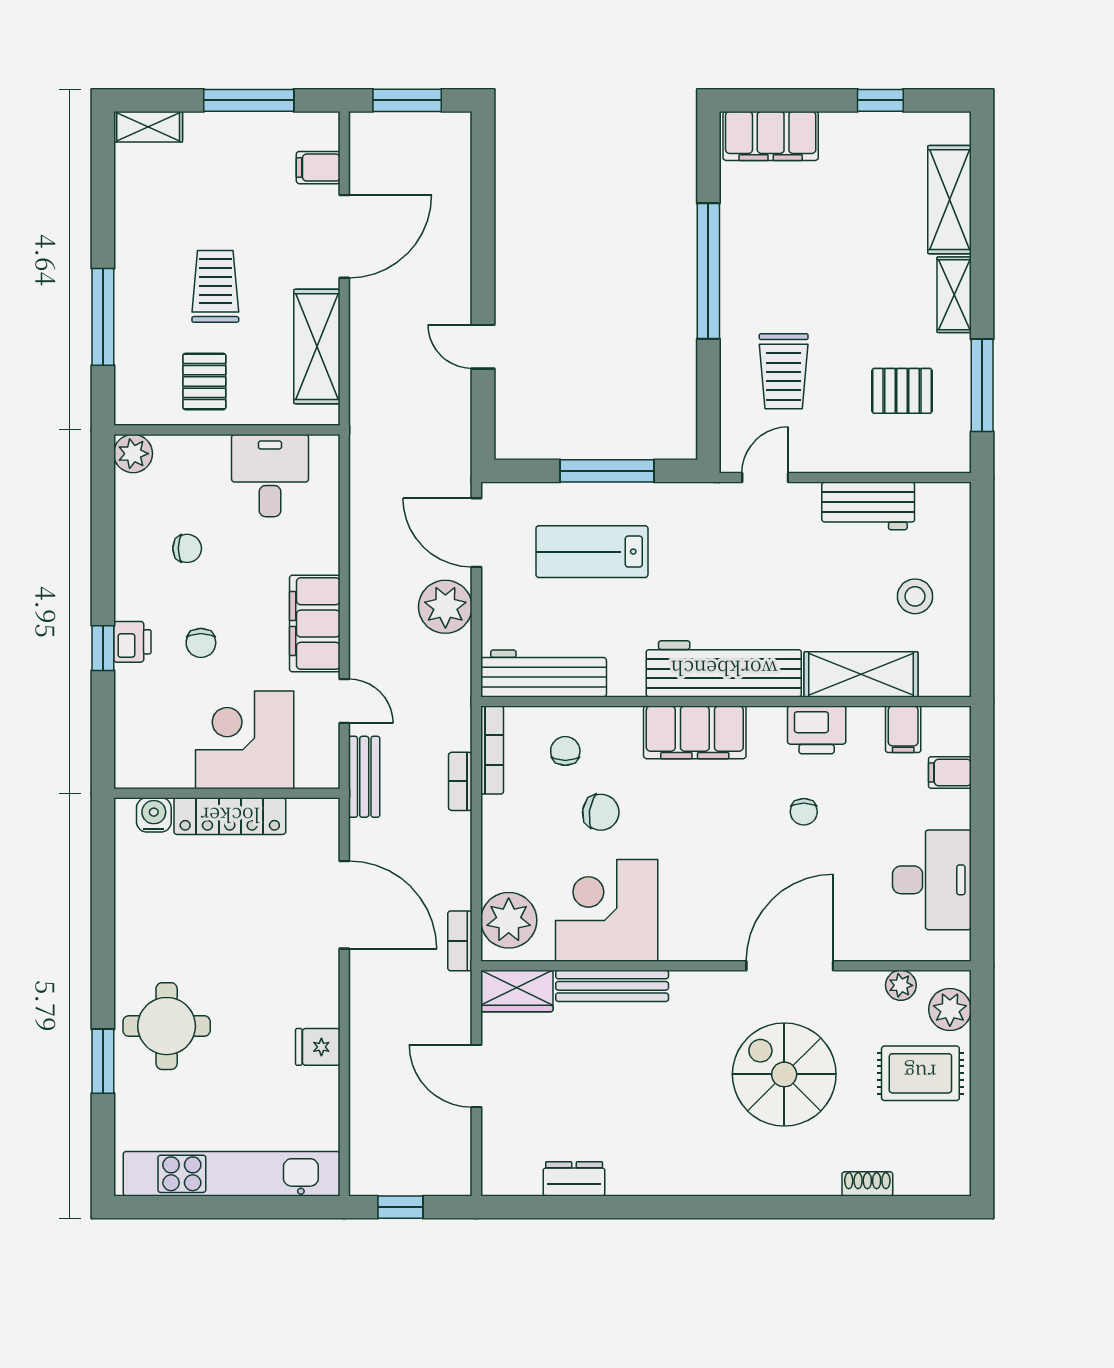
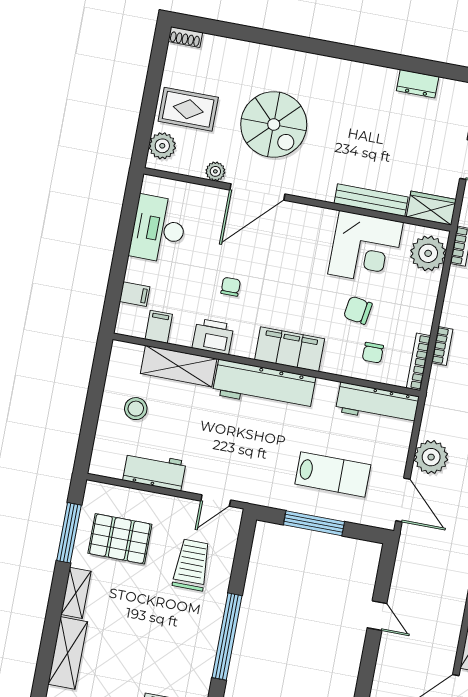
pallet: (902, 391) -> (120, 539), width x1.50, depth x1.42
plant: (901, 985) -> (215, 171), moved
shoe rack: (867, 1184) -> (185, 37), moved

